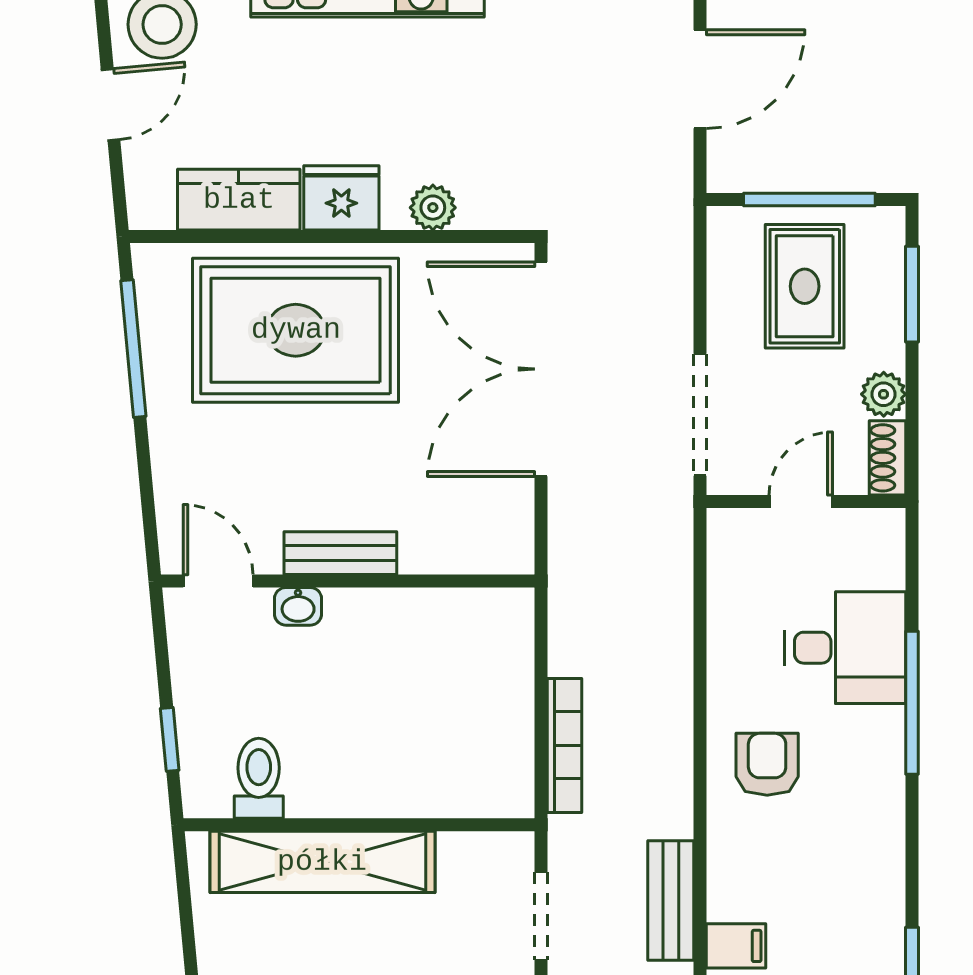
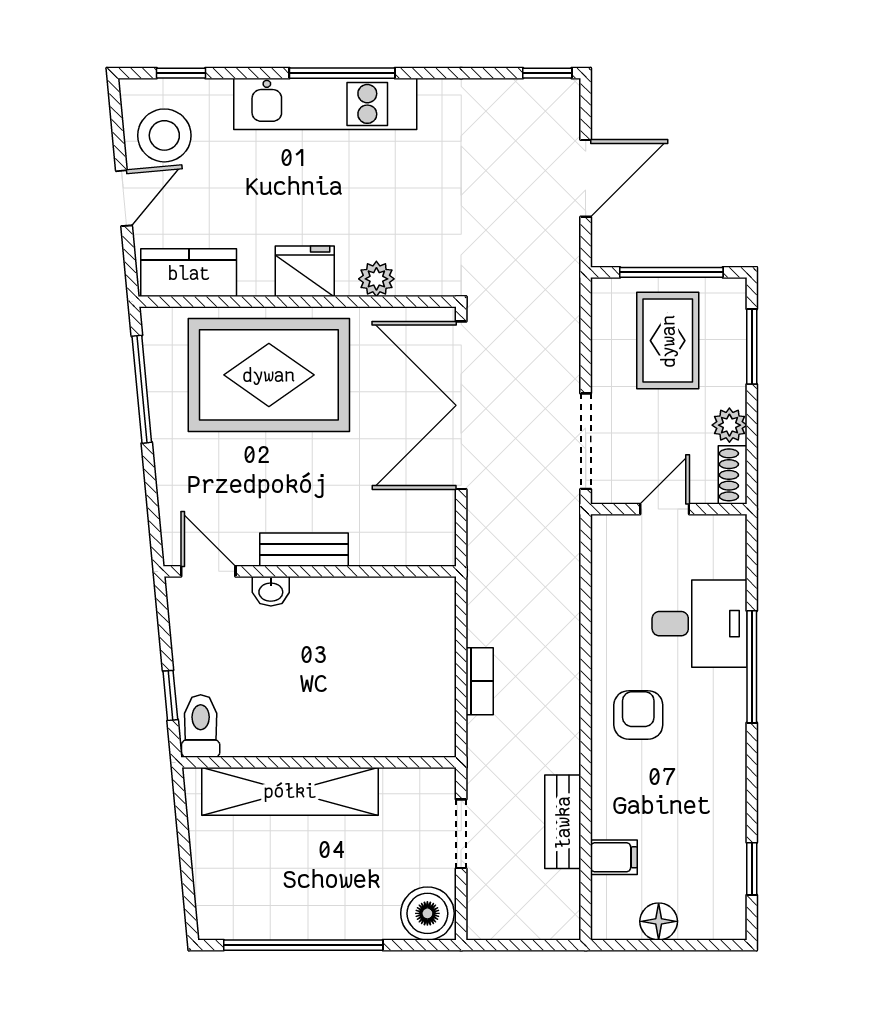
kitchen counter: (239, 200) -> (189, 273), moved
bookcase: (564, 745) -> (480, 681), width x0.64
toilet: (259, 778) -> (201, 726), moved

